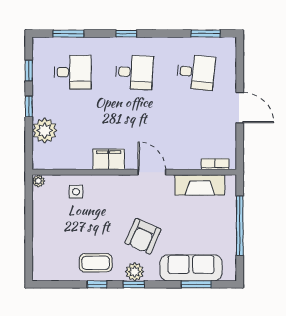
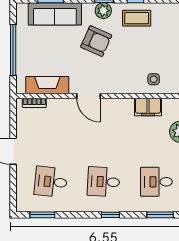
filing cabinet: (109, 159) -> (148, 107), moved
armchair: (143, 236) -> (96, 41), turned 90

